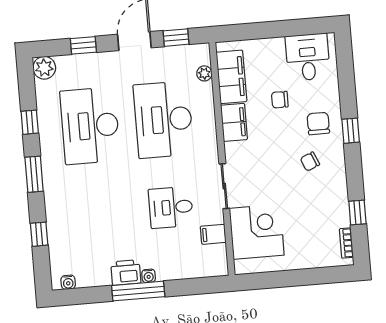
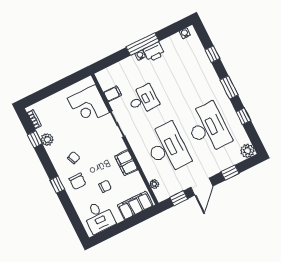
filing cabinet: (231, 77) -> (135, 205), moved, turned 90
plant: (339, 205) -> (47, 139), added

